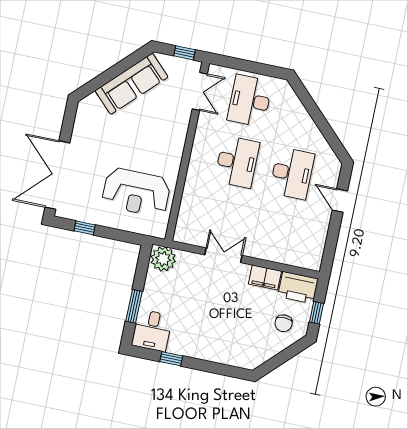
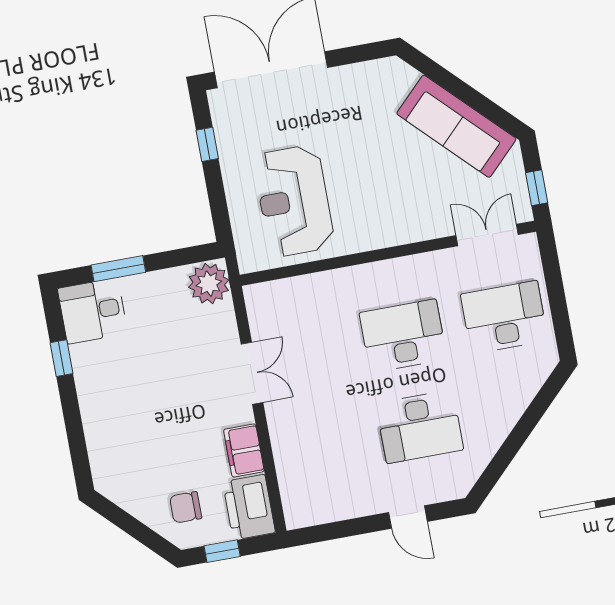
double door: (200, 91) -> (487, 235), swing flipped
desk: (237, 162) -> (403, 336), turned 180
door: (340, 201) -> (408, 517), swing flipped

